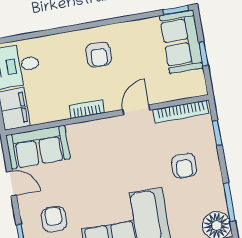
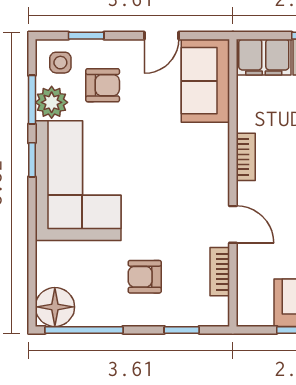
bookcase: (181, 112) -> (220, 272), width x0.64
window: (229, 202) -> (84, 330), width x1.44

